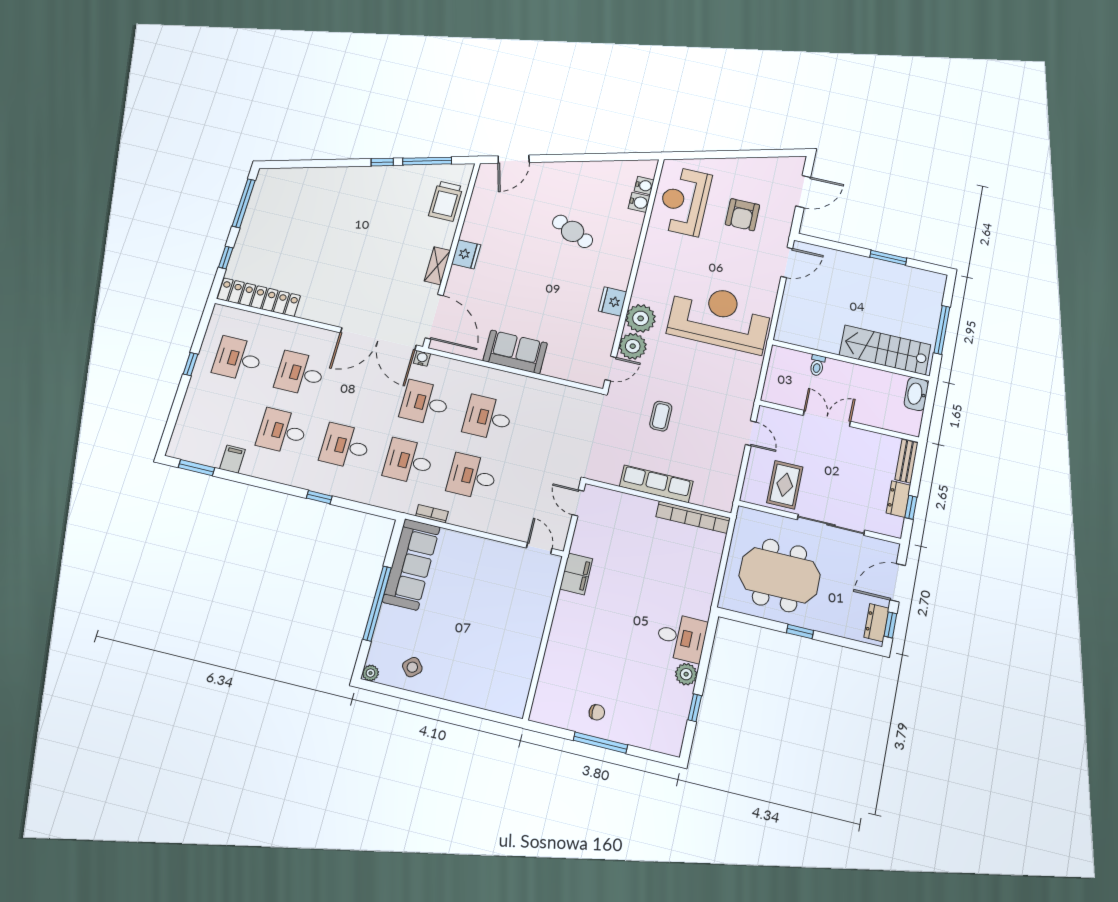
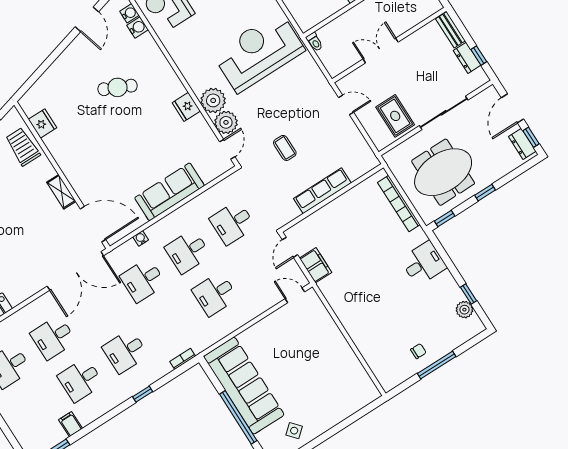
door: (514, 159) -> (87, 19), moved
trolley: (446, 201) -> (23, 147), turned 180
fridge: (466, 254) -> (43, 123), moved
sofa: (515, 352) -> (170, 192), width x1.36
water cooler: (422, 358) -> (141, 238), moved
toilet: (817, 365) -> (315, 42), moved
desk: (409, 461) -> (233, 223), moved
door: (578, 503) -> (290, 247), hinge flipped
bookcase: (432, 514) -> (183, 359), moved
bookcase: (693, 517) -> (399, 203), moved, turned 90
sofa: (411, 564) -> (244, 386), width x1.36, depth x1.27
filing cabinet: (576, 574) -> (316, 265), moved
window: (740, 617) -> (445, 218), added
plant: (686, 674) -> (464, 310), moved

